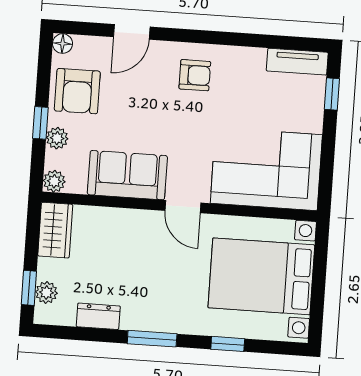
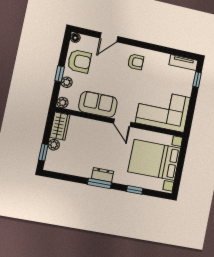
armchair: (77, 91) -> (79, 61), turned -90
plant: (46, 292) -> (54, 145), moved
dresser: (98, 316) -> (102, 175), moved

